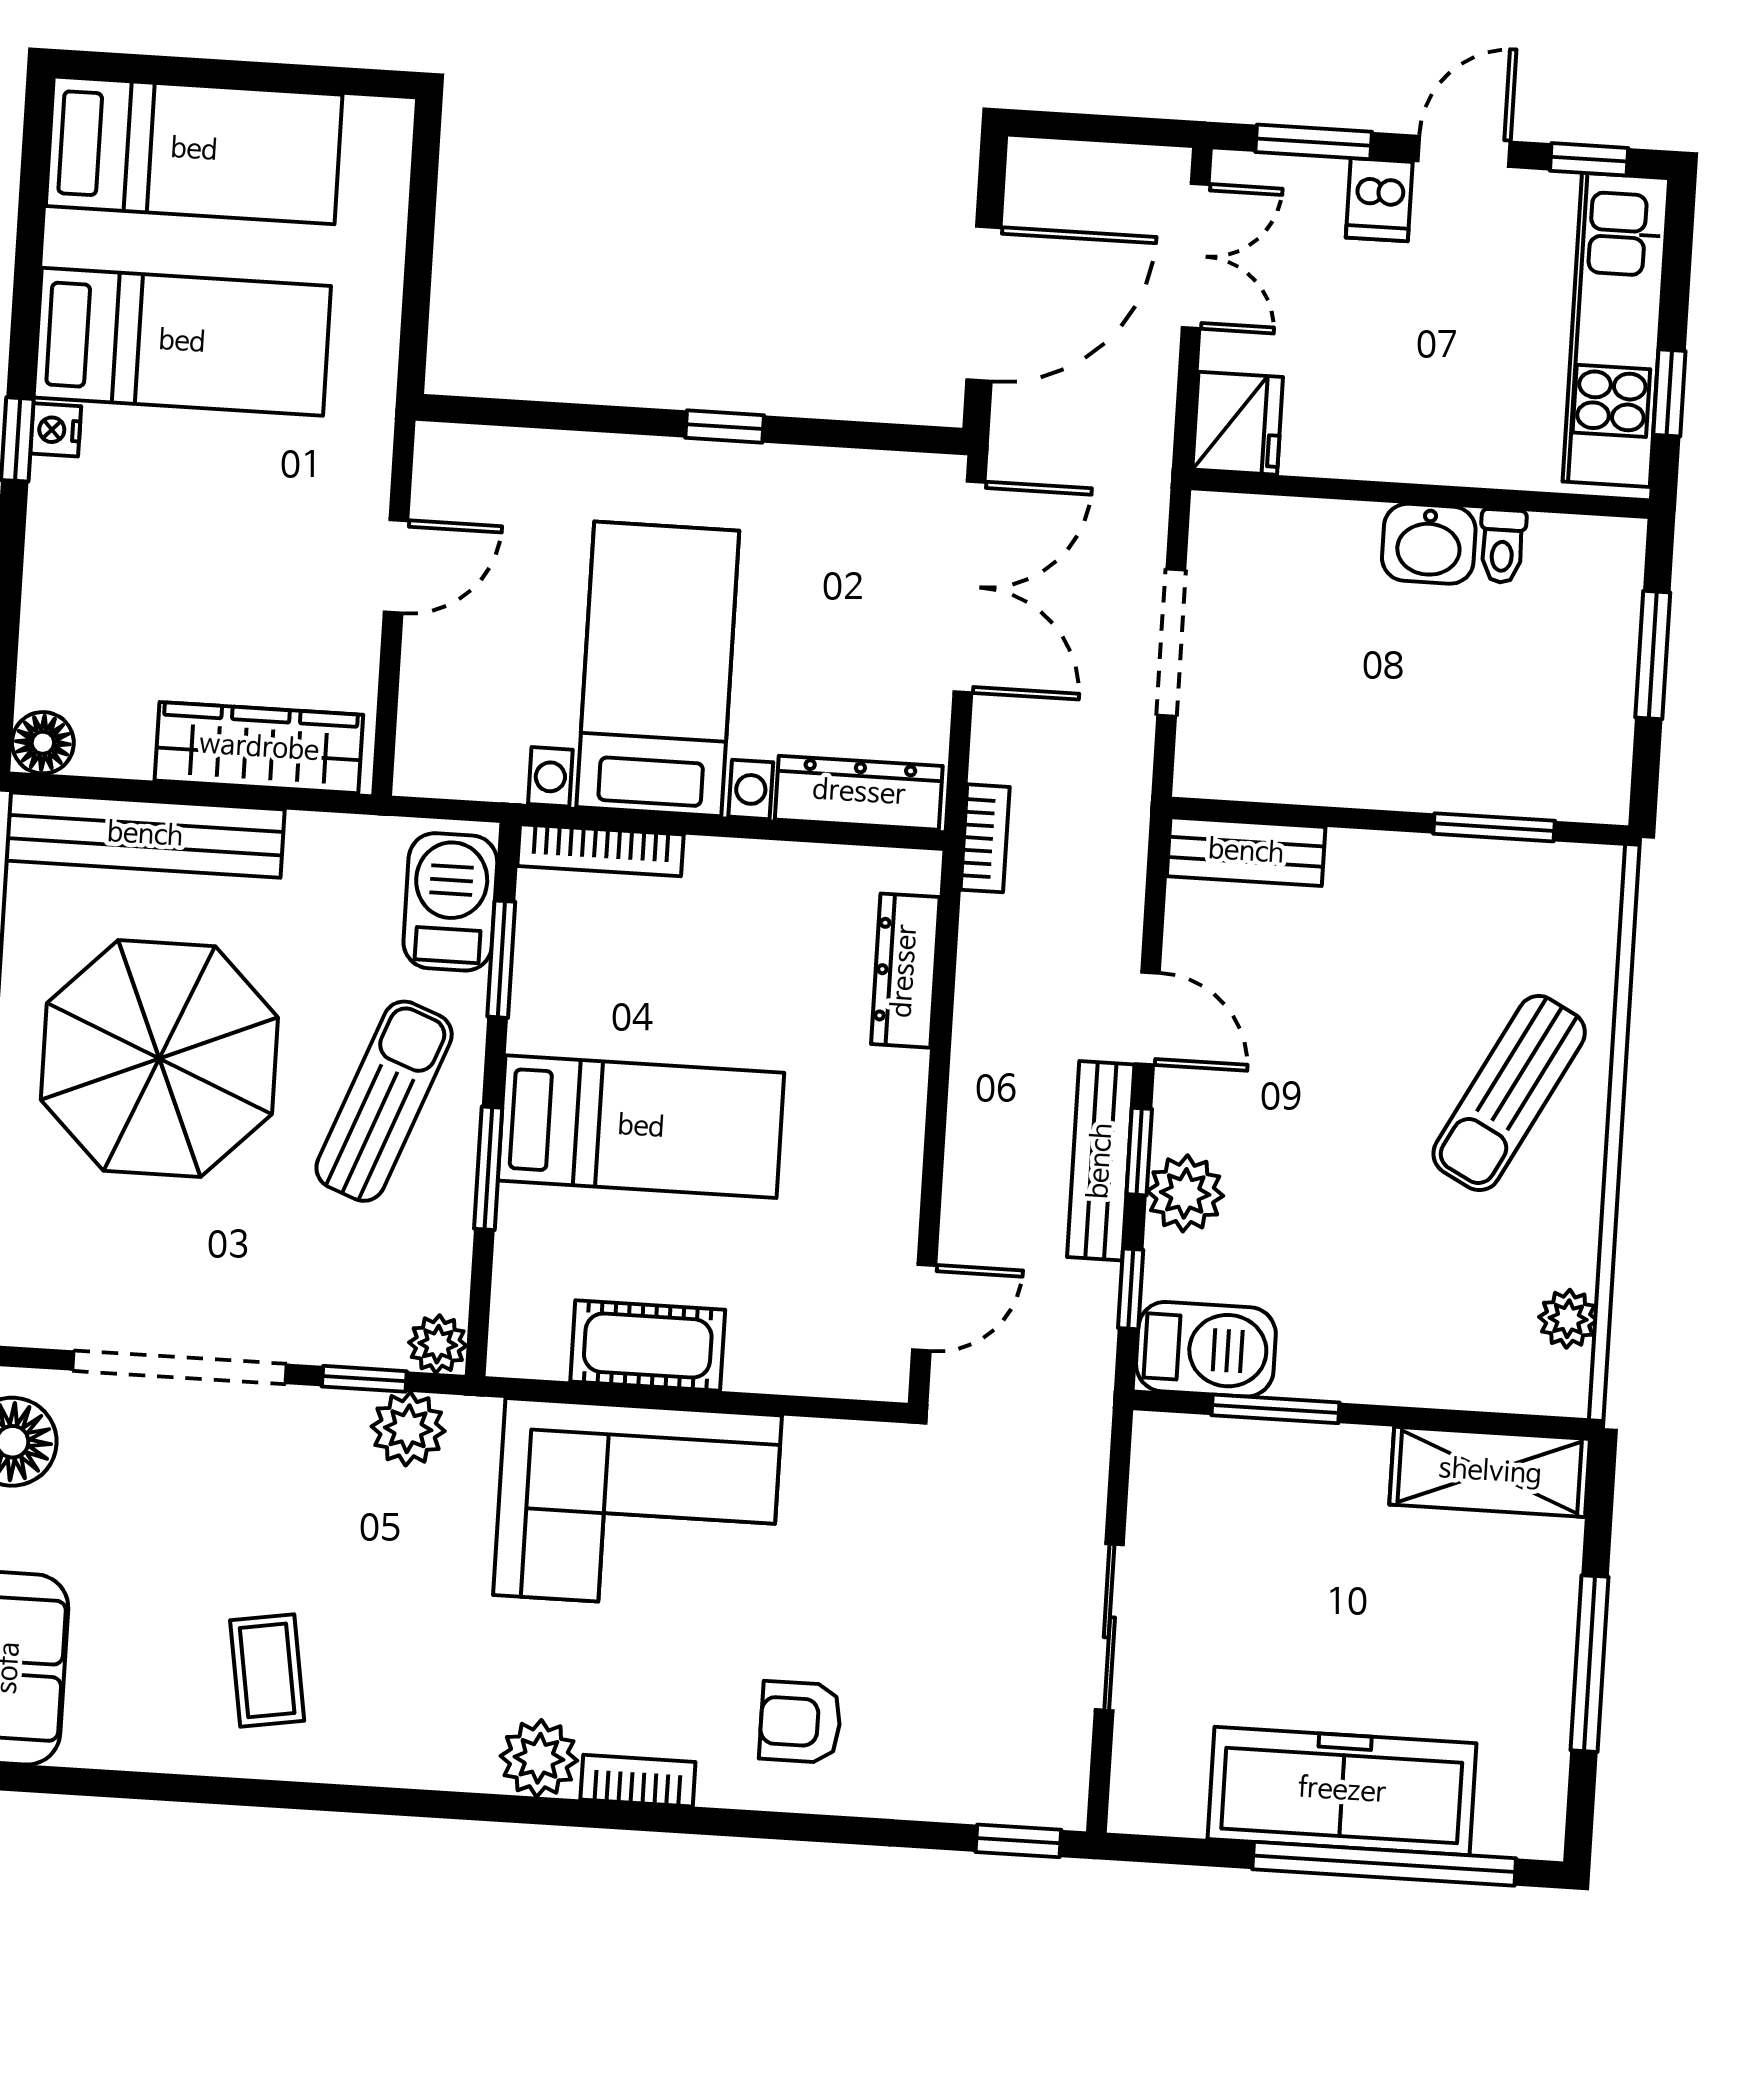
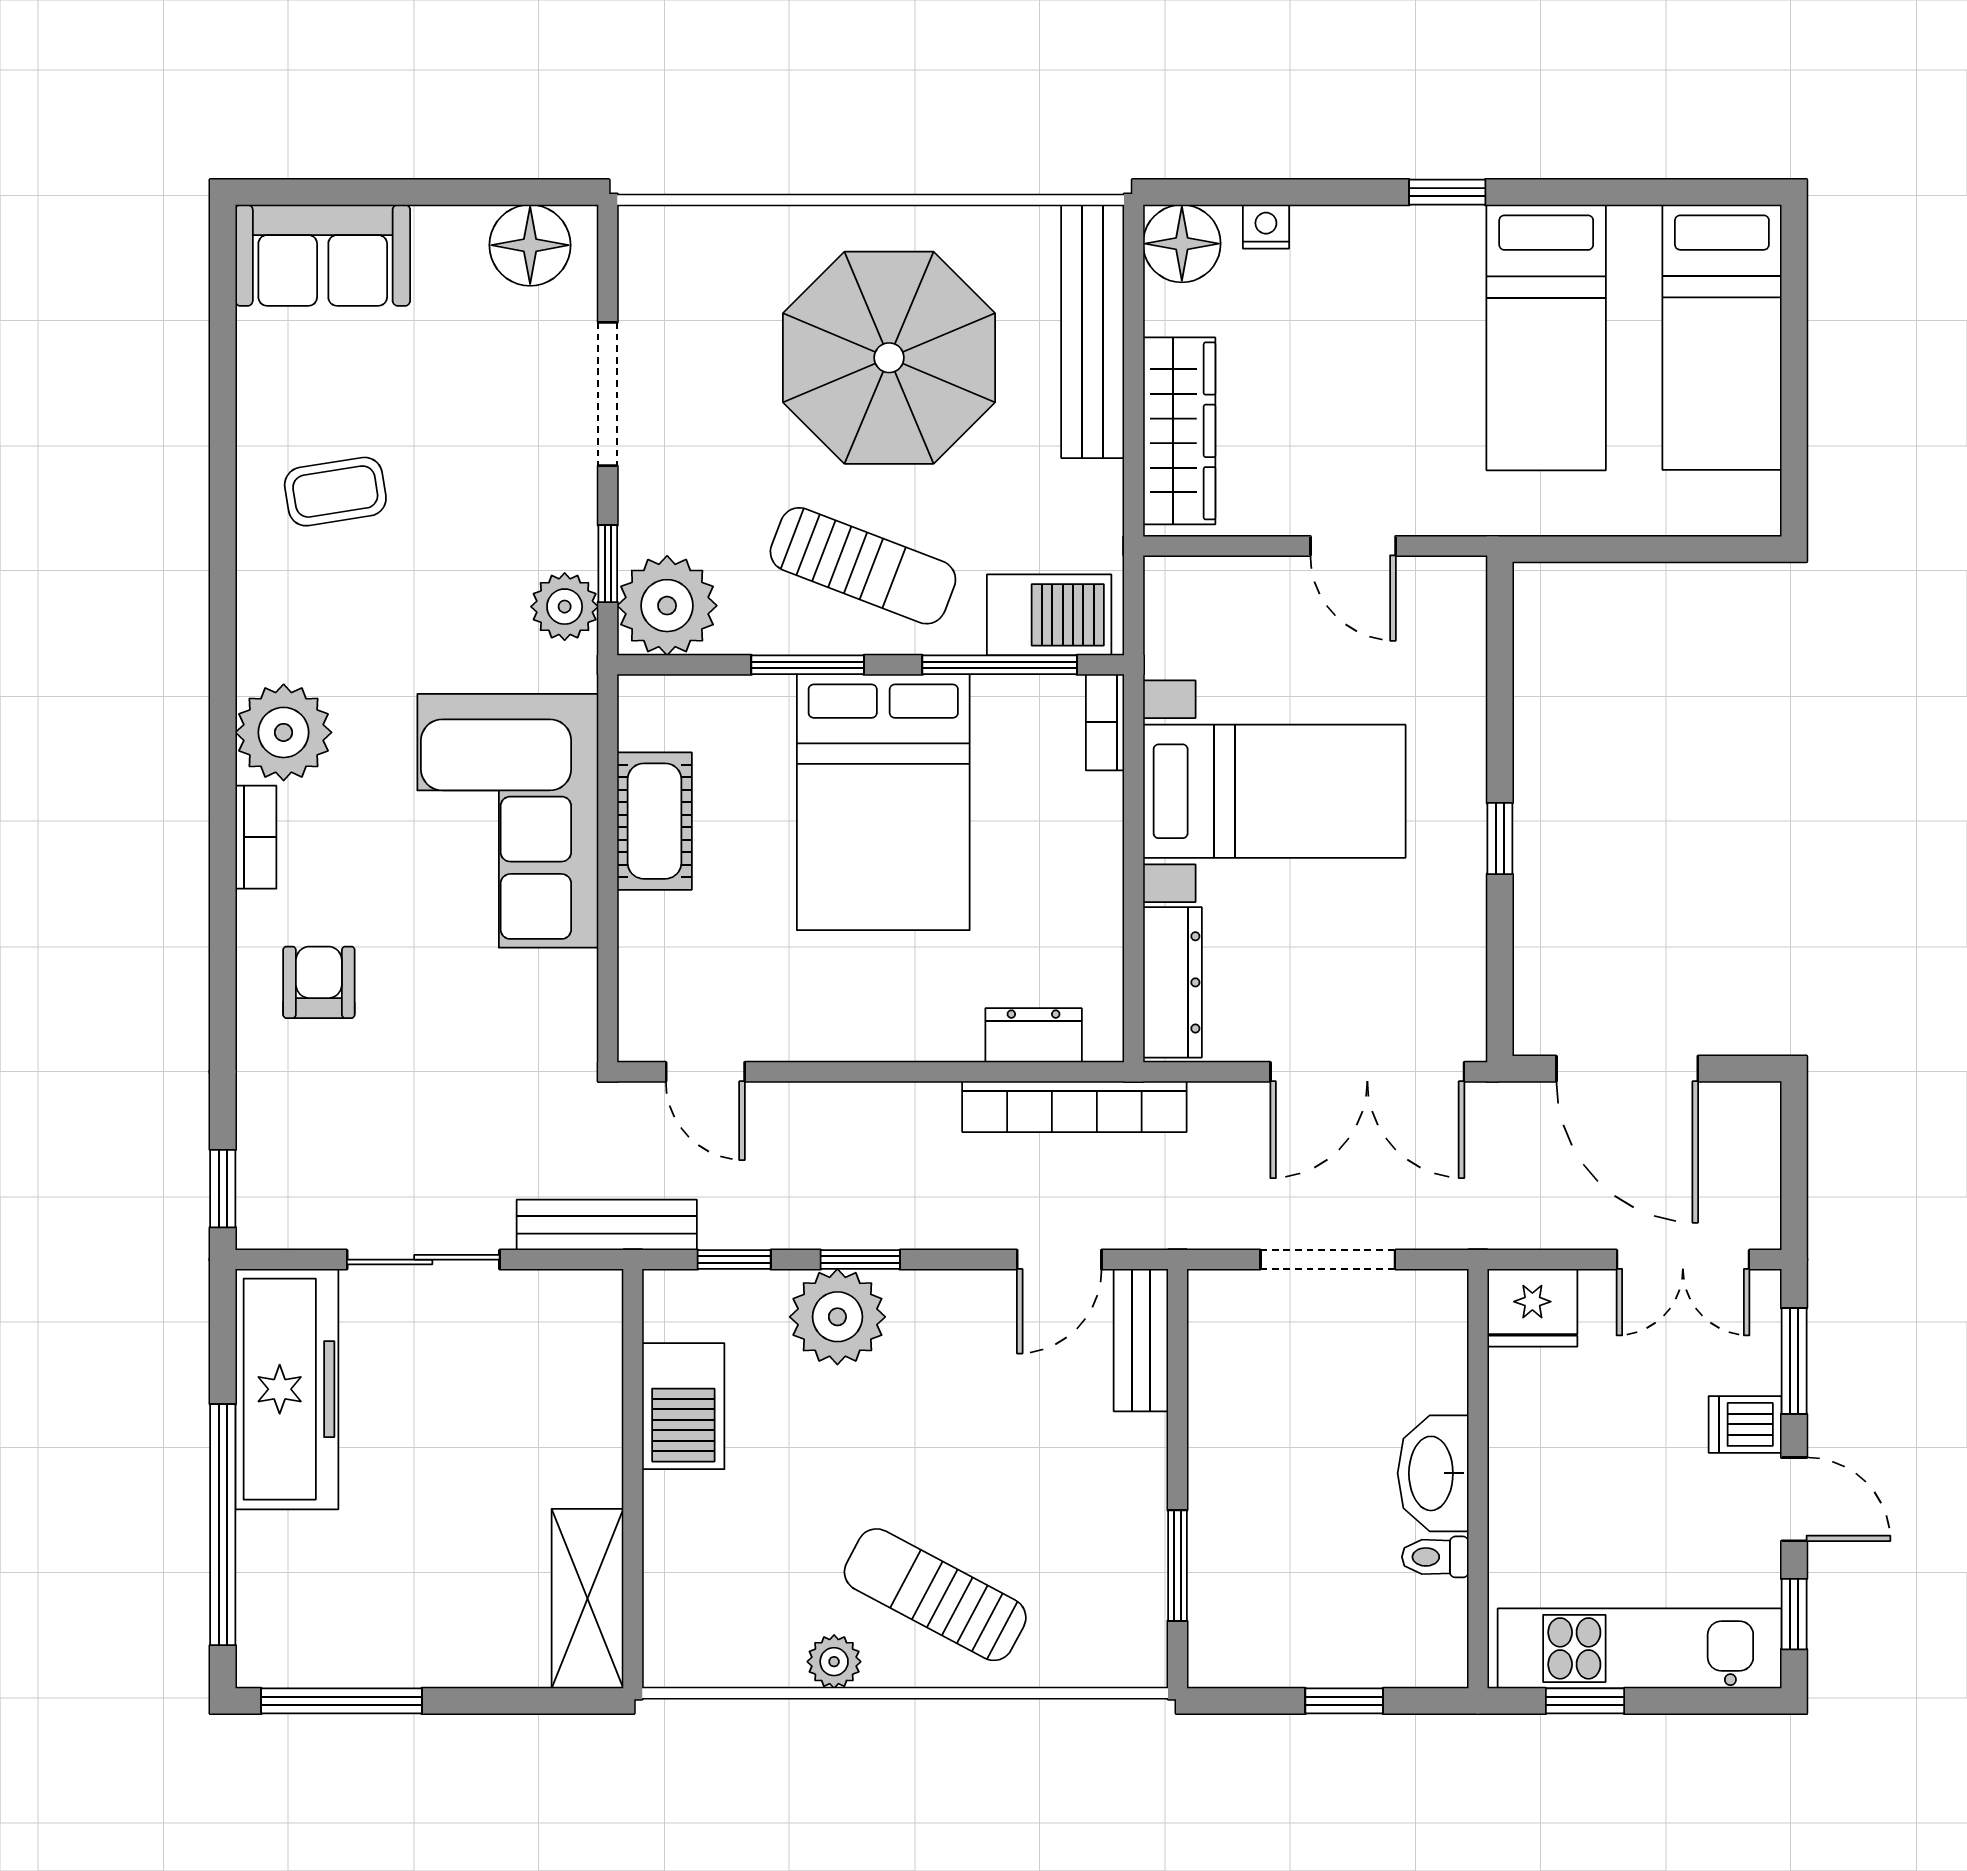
nightstand: (56, 430) -> (1266, 227), moved
washbasin: (1429, 544) -> (1433, 1473), width x1.38
window: (1653, 655) -> (1344, 1701), width x0.67
floor lamp: (43, 743) -> (1182, 244), width x1.38, depth x1.38
bookcase: (985, 838) -> (1074, 1107), width x2.31, depth x1.31
bookcase: (600, 850) -> (1105, 722), width x0.64
window: (501, 959) -> (1000, 665), width x1.44
dresser: (905, 971) -> (1034, 1035), width x0.70
door: (1148, 1018) -> (1059, 1260), moved
bed: (641, 1127) -> (883, 802), width x1.50
bench: (1101, 1161) -> (607, 1225), moved
plant: (1185, 1193) -> (837, 1317), width x1.36, depth x1.36
plant: (1568, 1319) -> (834, 1662), moved
plant: (438, 1344) -> (667, 606), width x1.88, depth x1.88
barbecue: (1206, 1349) -> (683, 1406), moved
doorway: (180, 1367) -> (608, 394), width x0.73
window: (1276, 1409) -> (633, 1399), removed
window: (1589, 1664) -> (341, 1701), moved
plant: (539, 1758) -> (284, 732), width x1.36, depth x1.36
freezer: (1342, 1791) -> (287, 1389), moved

